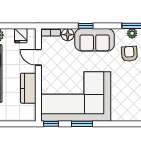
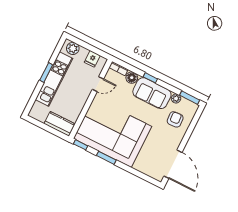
plant: (132, 33) -> (176, 99), moved
door: (38, 57) -> (98, 84), swing flipped
kitchen counter: (28, 88) -> (60, 124), moved, turned 90

